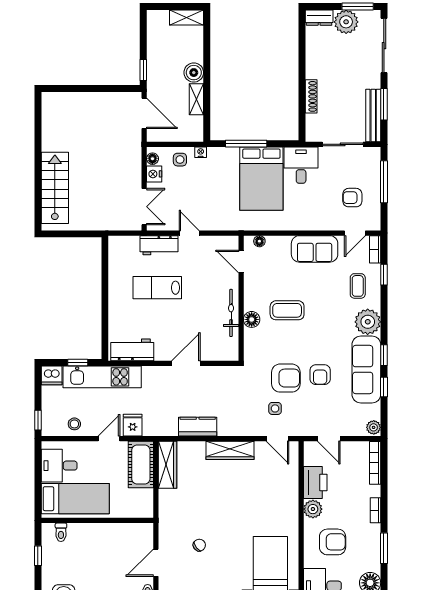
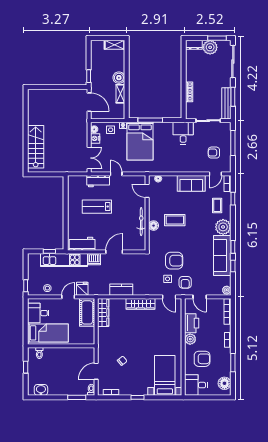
bed: (261, 179) -> (140, 141), moved
dishwasher: (52, 375) -> (94, 259), moved
armchair: (320, 375) -> (185, 282), moved

